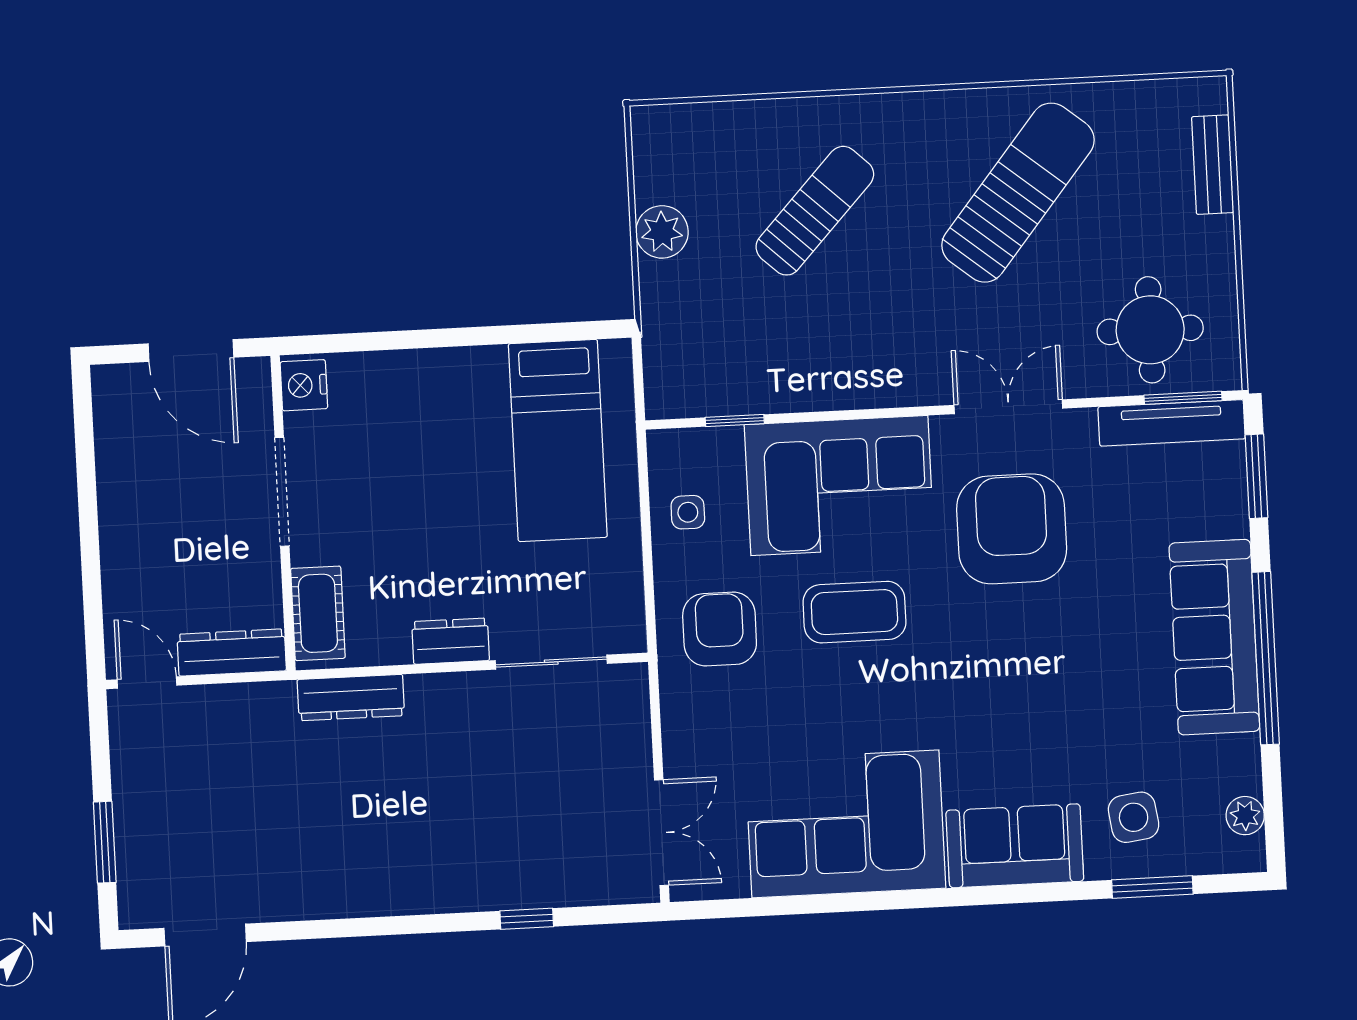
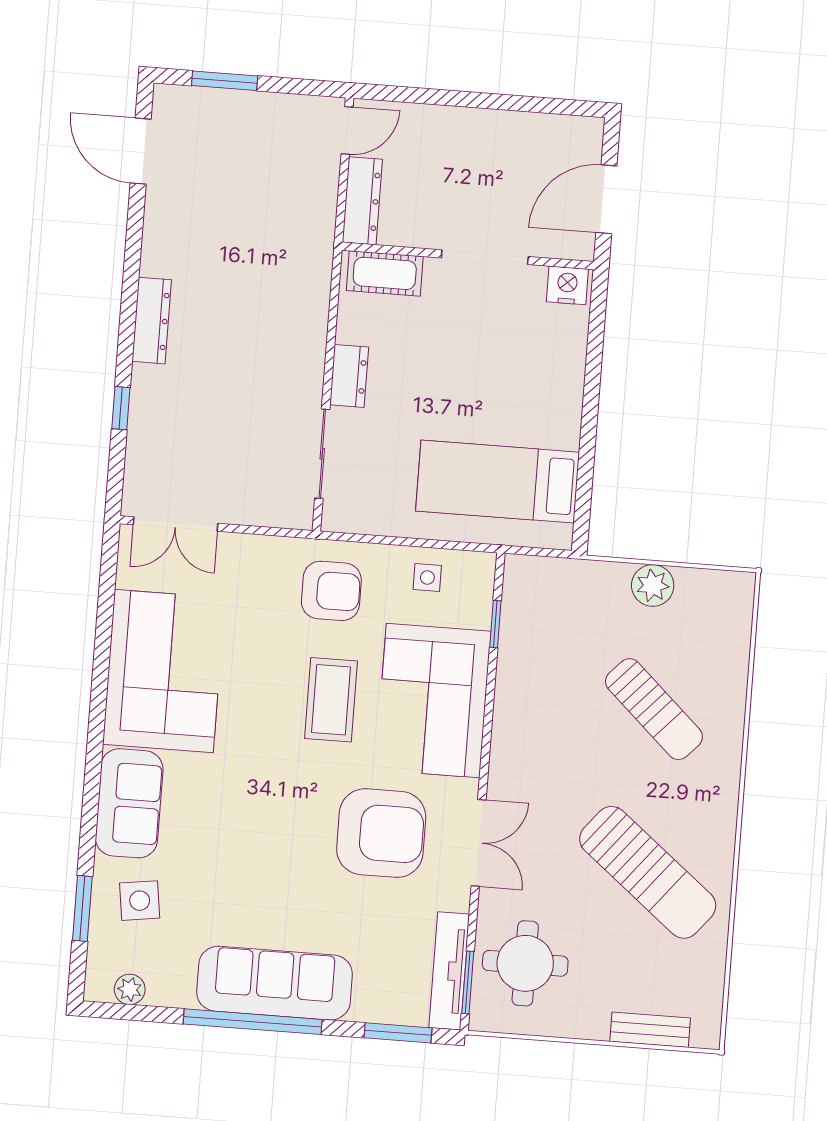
dresser: (351, 698) -> (152, 321), moved, turned 180

